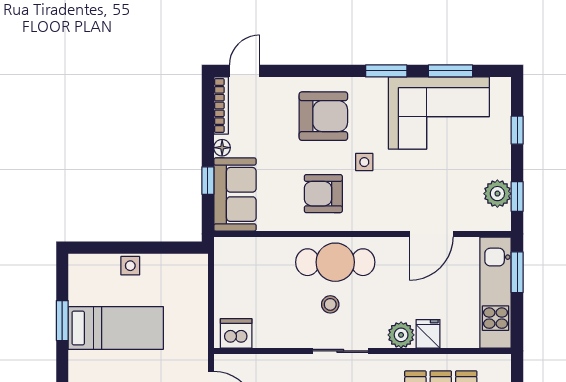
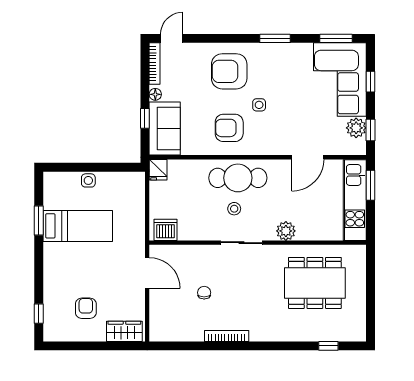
window: (451, 71) -> (336, 38), moved
corner sofa: (439, 113) -> (340, 80), moved, turned 90
armchair: (323, 116) -> (229, 71), turned 180
fridge: (428, 334) -> (158, 170), moved, turned 180

